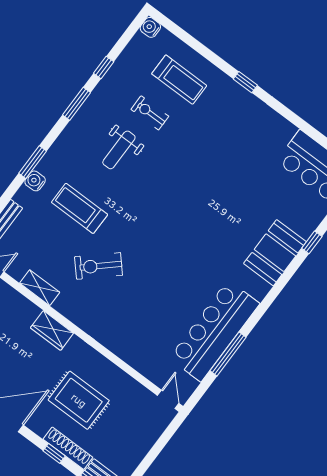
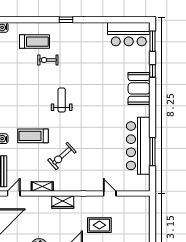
exercise bike: (150, 113) -> (48, 60), moved
weight bench: (119, 150) -> (62, 100), moved, turned 180
door: (168, 399) -> (110, 194), moved
rug: (79, 400) -> (99, 225), width x0.73, depth x0.70

